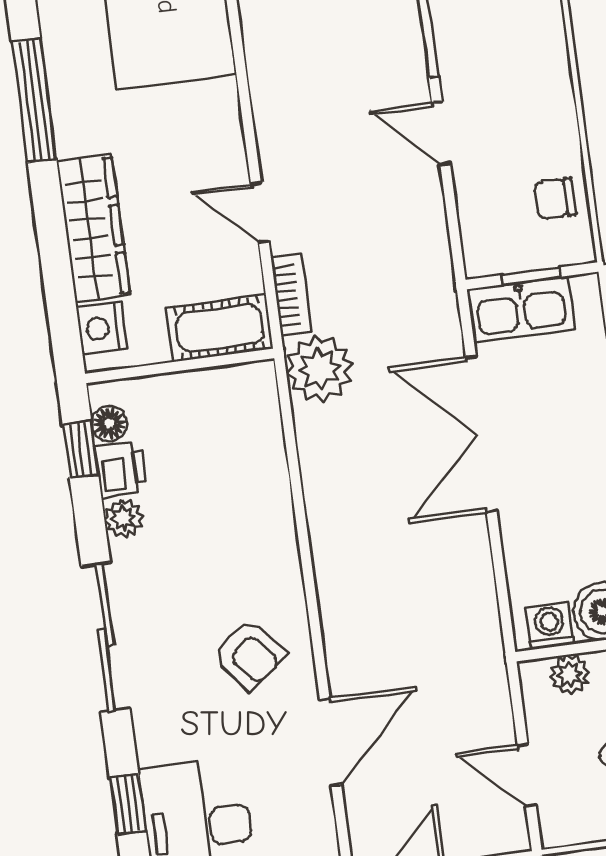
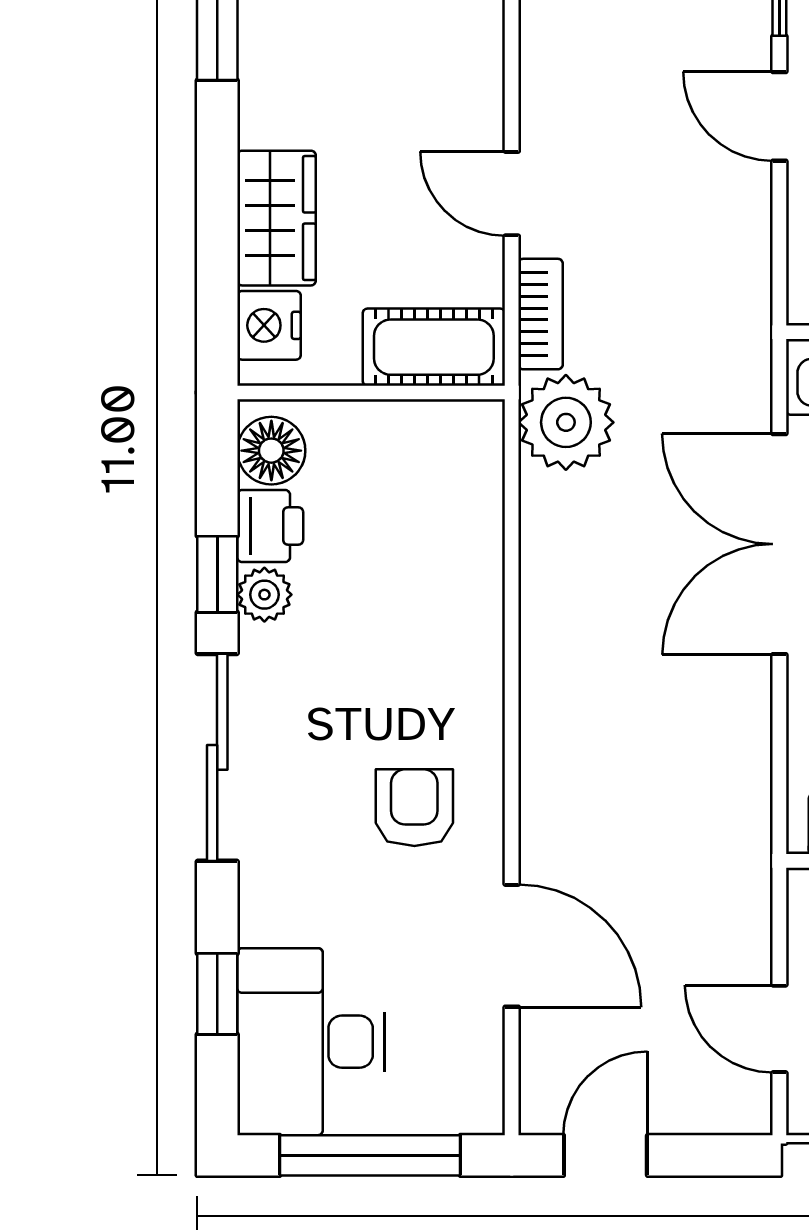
wardrobe: (93, 228) -> (276, 218), width x0.67
floor lamp: (109, 424) -> (271, 451), width x1.37, depth x1.37
window: (81, 450) -> (217, 574), moved
armchair: (249, 654) -> (414, 808), turned -141
door: (330, 742) -> (512, 946), hinge flipped

